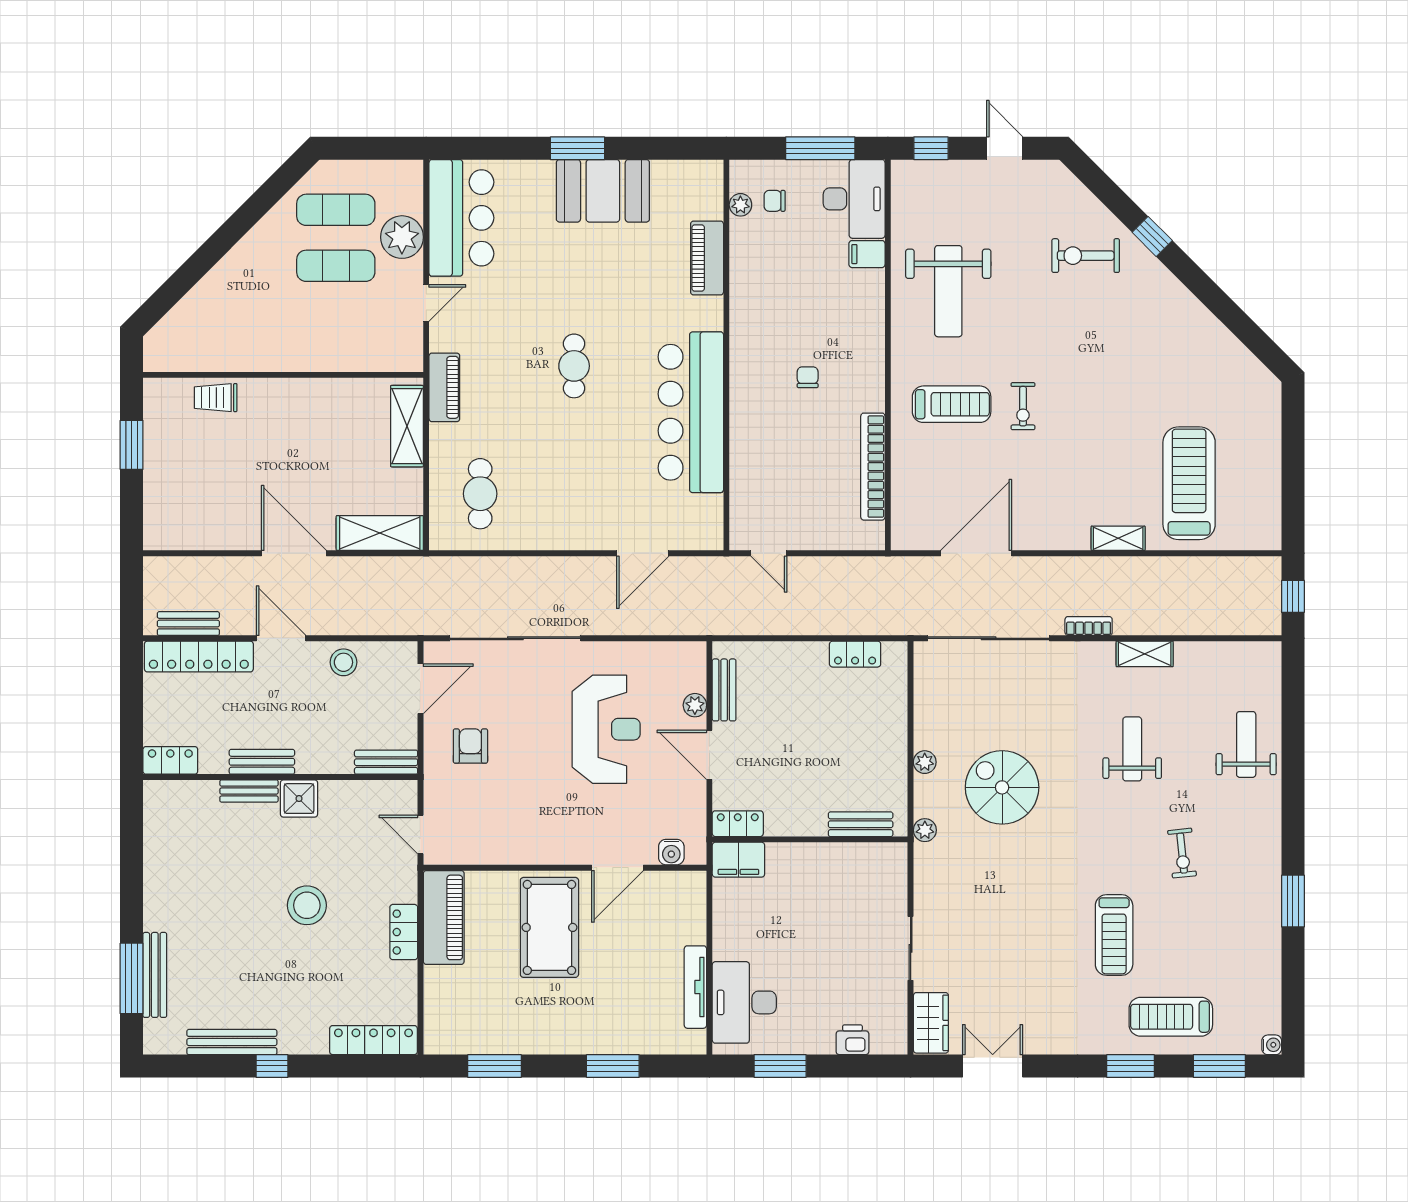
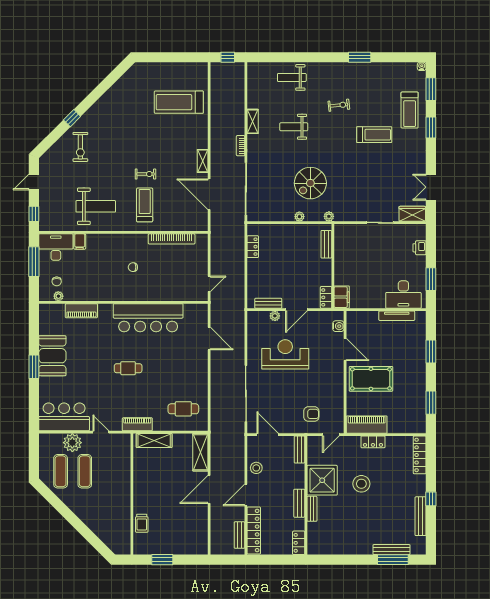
shelving: (1118, 538) -> (203, 161), moved
armchair: (470, 746) -> (311, 414), moved, turned 180
shower: (299, 799) -> (322, 480), width x1.86, depth x1.86

